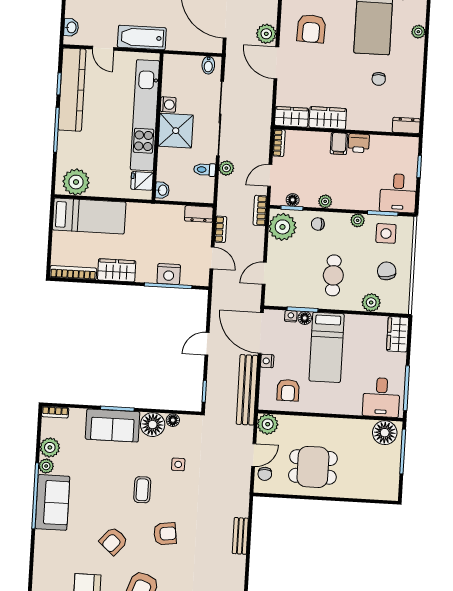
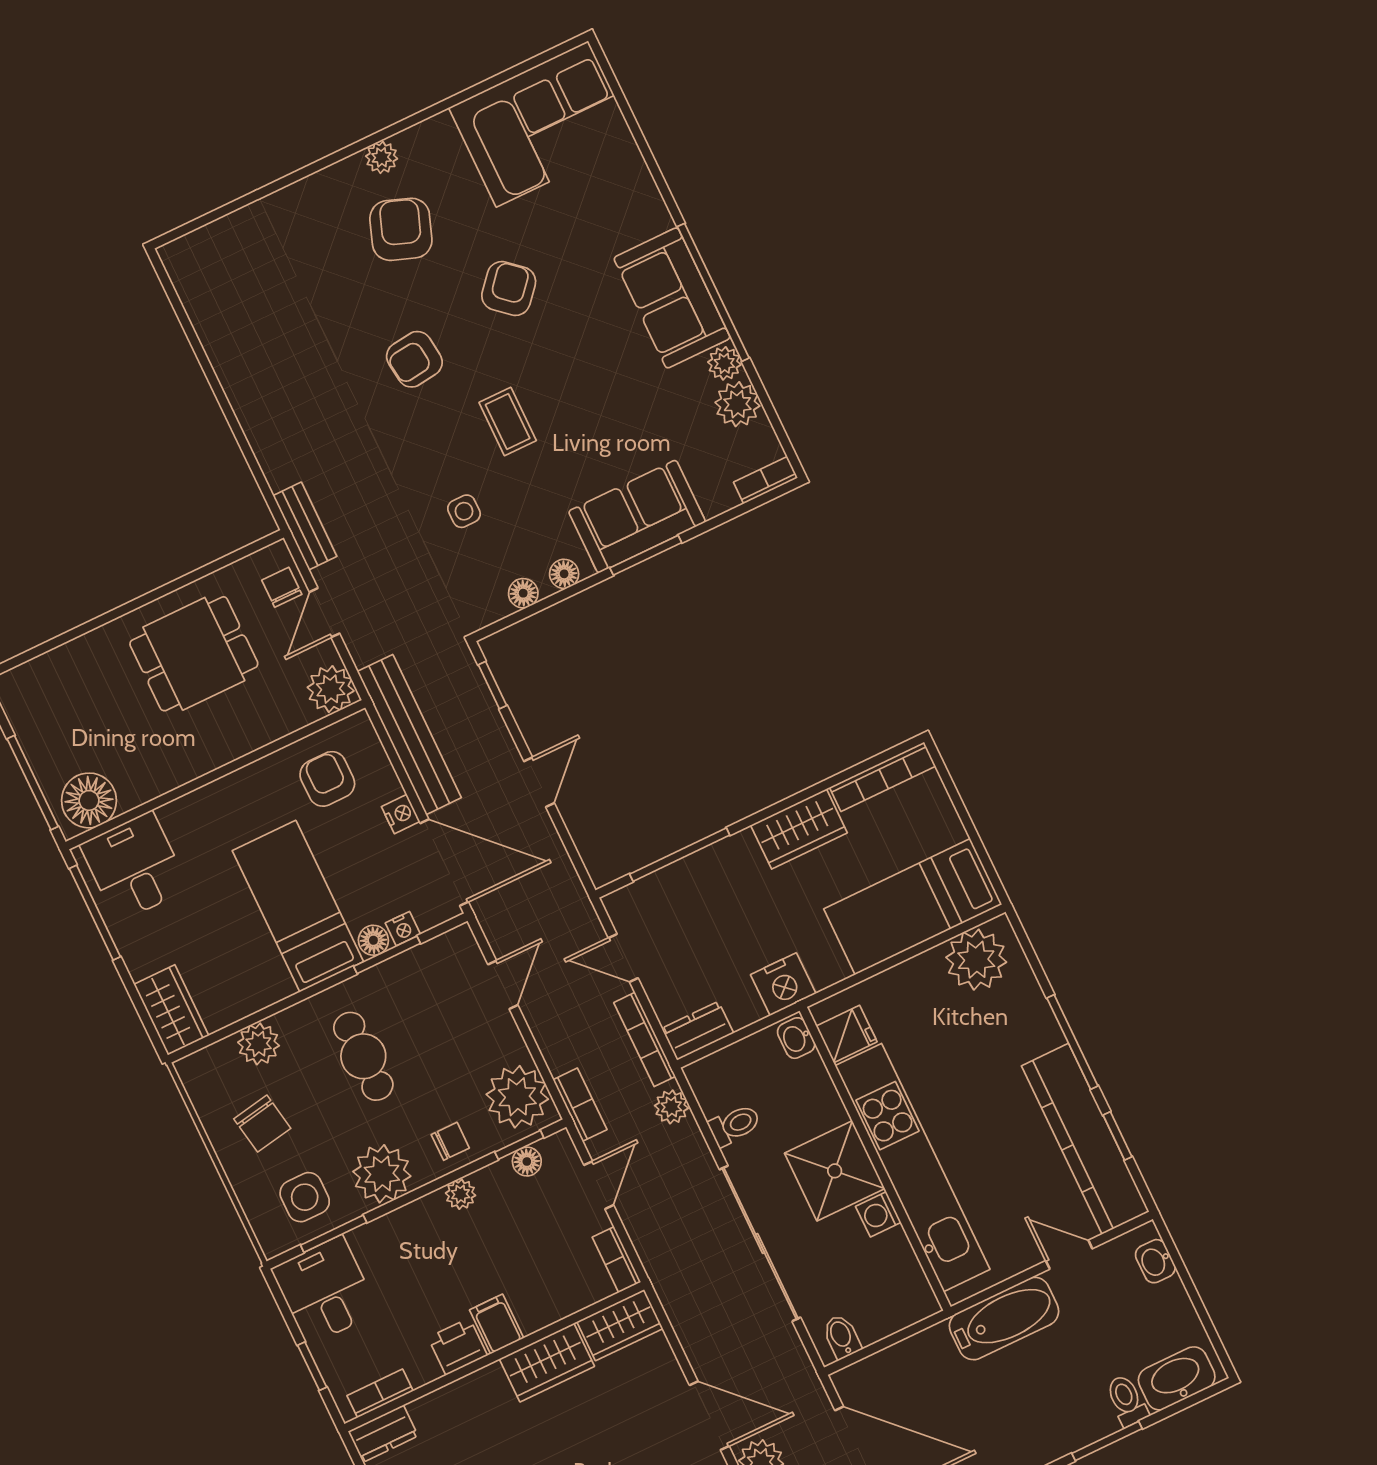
bookcase: (399, 142) -> (380, 1393), added
plant: (226, 168) -> (671, 1107), moved
plant: (358, 220) -> (382, 1174), width x1.87, depth x1.87
bookcase: (221, 229) -> (645, 1039), width x1.56
nightstand: (169, 274) -> (783, 984), moved, turned 180
floor lamp: (153, 425) -> (564, 574), width x0.53, depth x0.53
bench: (240, 536) -> (305, 526), moved

